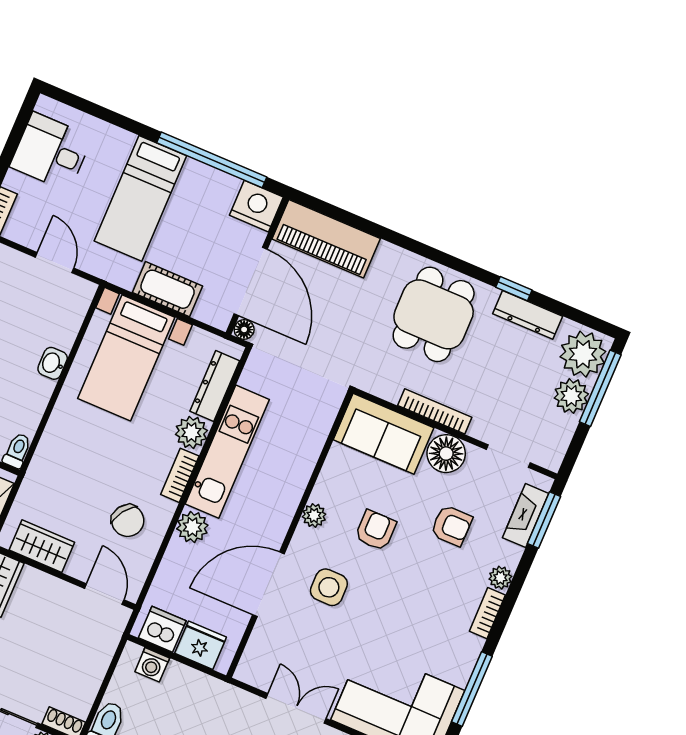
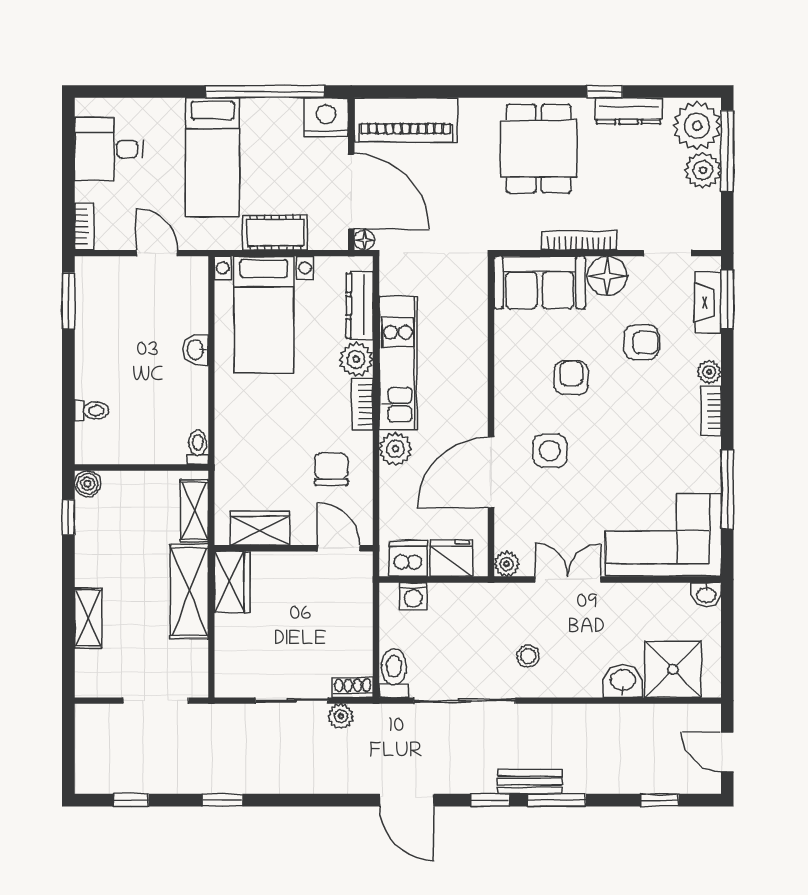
plant: (314, 515) -> (507, 564), moved
chair: (128, 521) -> (331, 469), turned -124

